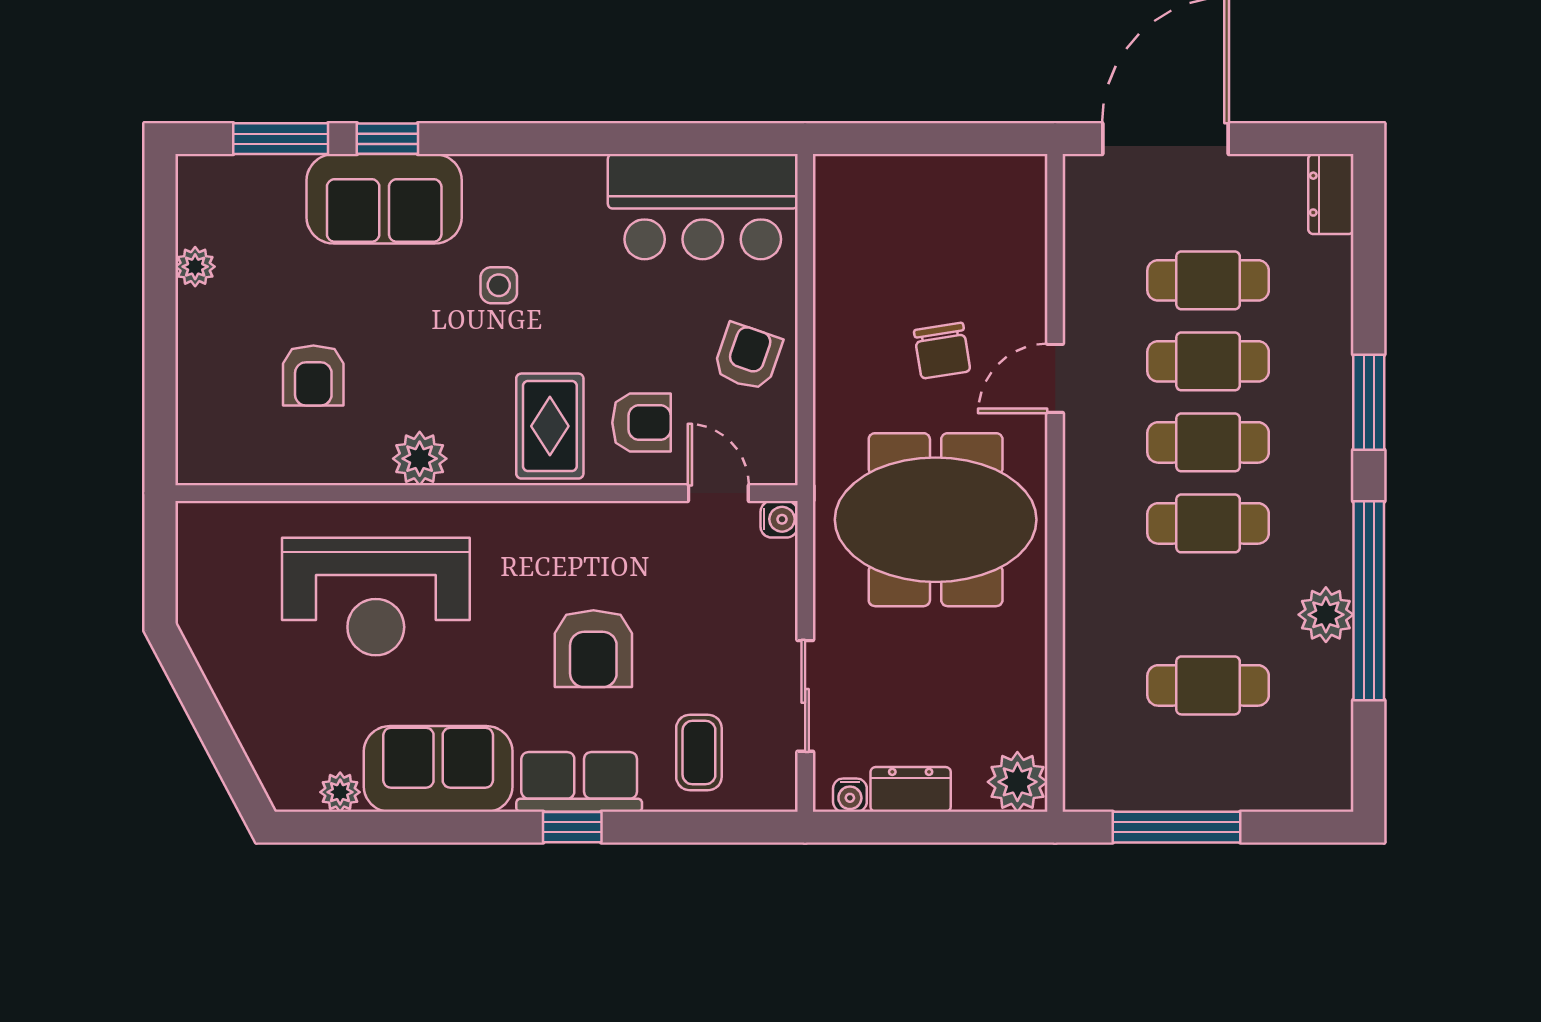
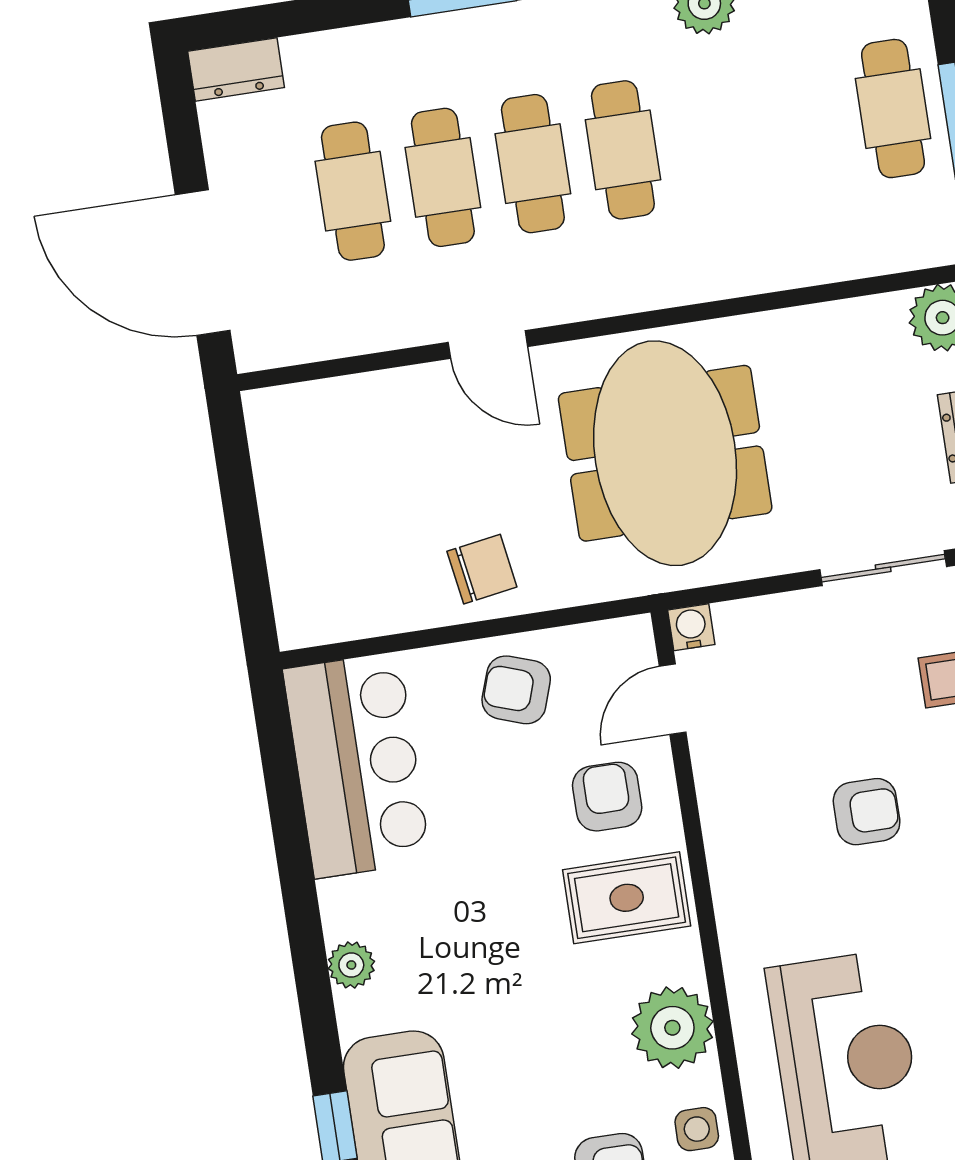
plant: (528, 175) -> (351, 965), added
side table: (499, 285) -> (697, 1129), moved
chair: (942, 351) -> (482, 569), moved
plant: (420, 459) -> (672, 1028), width x1.36, depth x1.36
armchair: (593, 649) -> (867, 812), width x0.72, depth x0.72
cafe table: (1208, 685) -> (893, 109), moved

